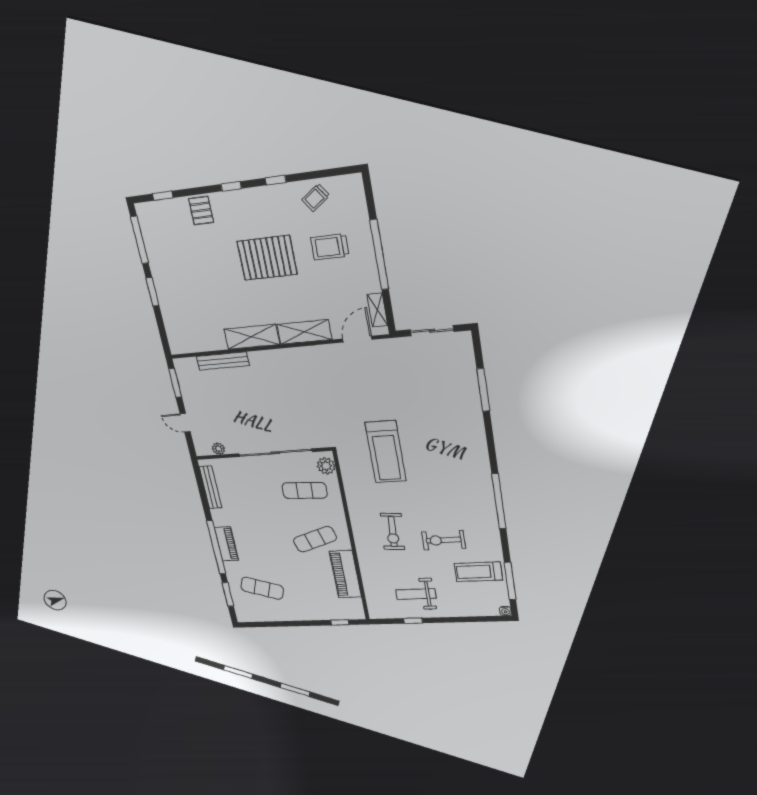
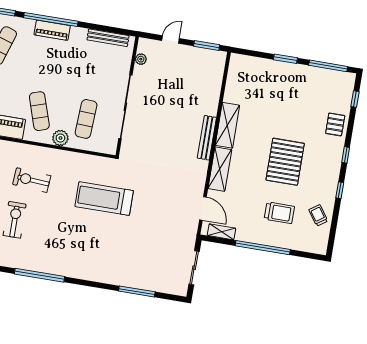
pallet: (201, 211) -> (335, 124), turned 90
trolley: (330, 247) -> (279, 213), turned 90
bench: (223, 361) -> (207, 138), moved
plant: (326, 466) -> (60, 138), moved

